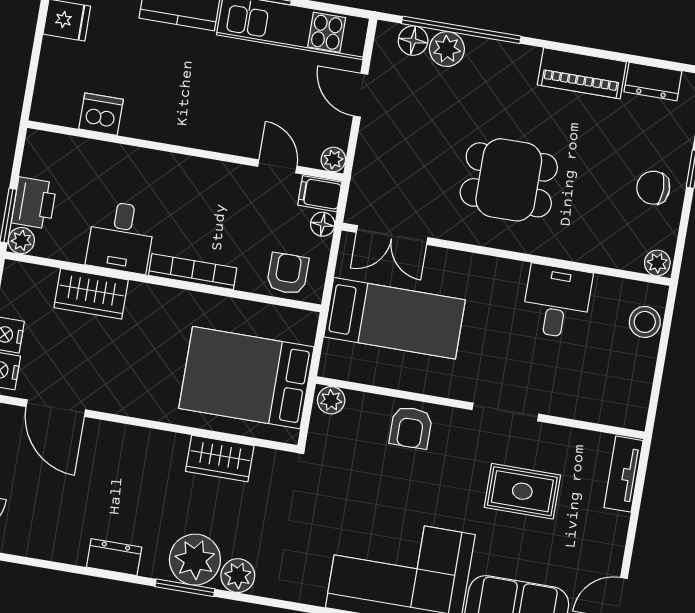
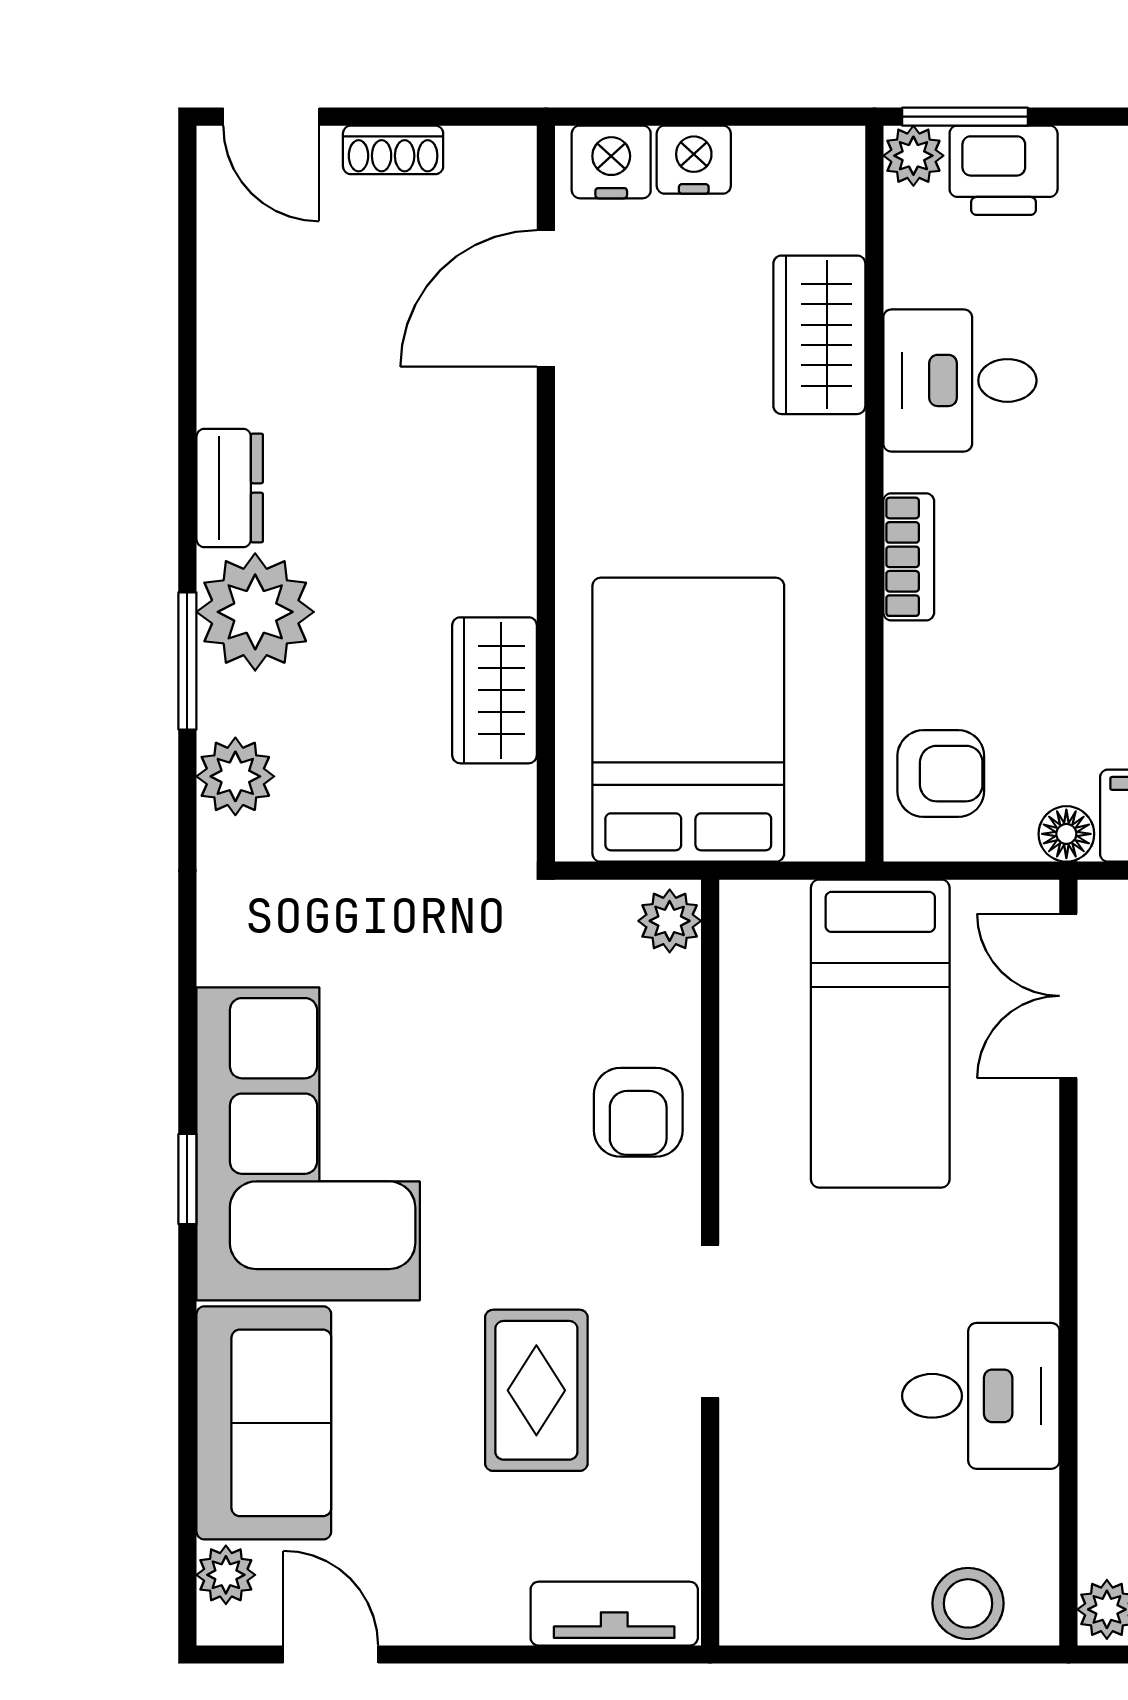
bookcase: (193, 272) -> (909, 557), width x0.64
armchair: (411, 428) -> (638, 1112), turned -90
plant: (195, 560) -> (255, 612), moved

